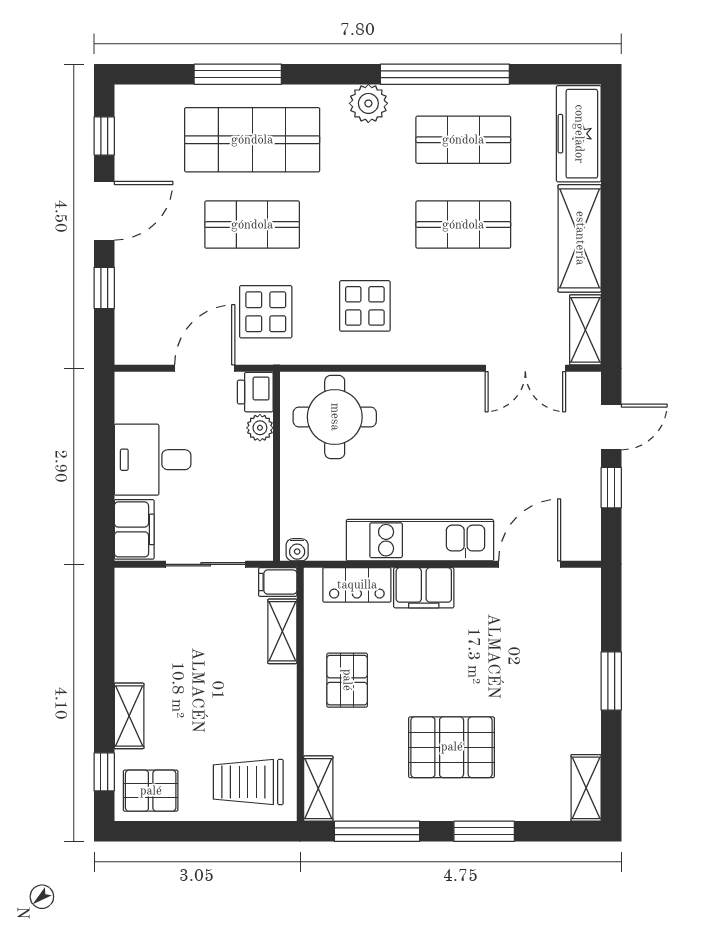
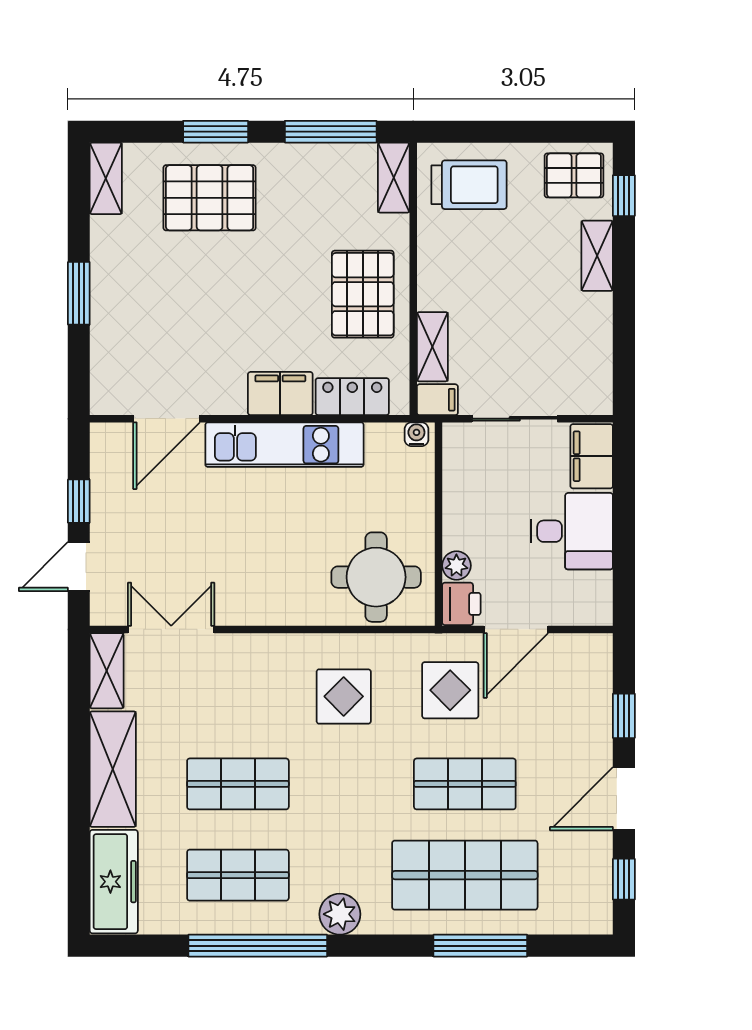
pallet: (347, 680) -> (363, 294), width x1.50, depth x1.42
pallet: (452, 747) -> (210, 198), moved

